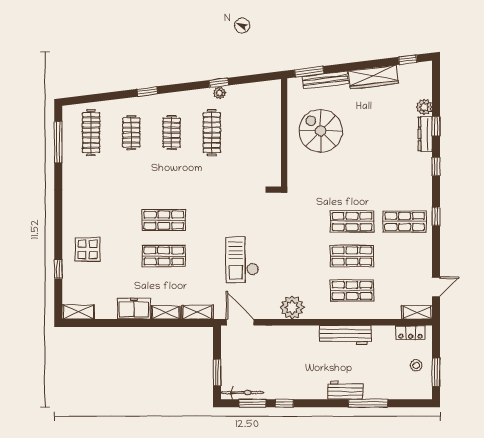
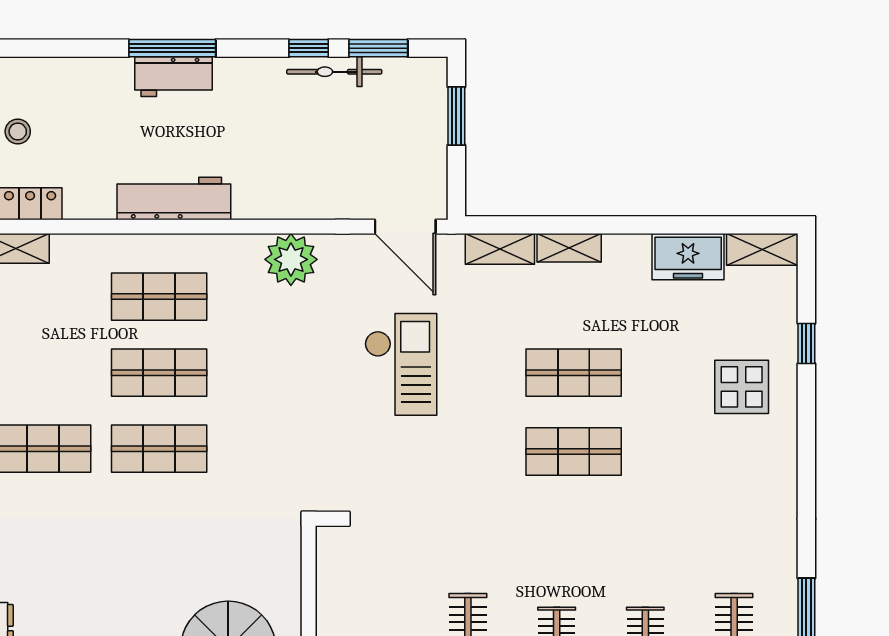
freezer: (134, 309) -> (688, 257), moved
bicycle: (242, 393) -> (334, 72), moved
window: (368, 403) -> (172, 48), moved

